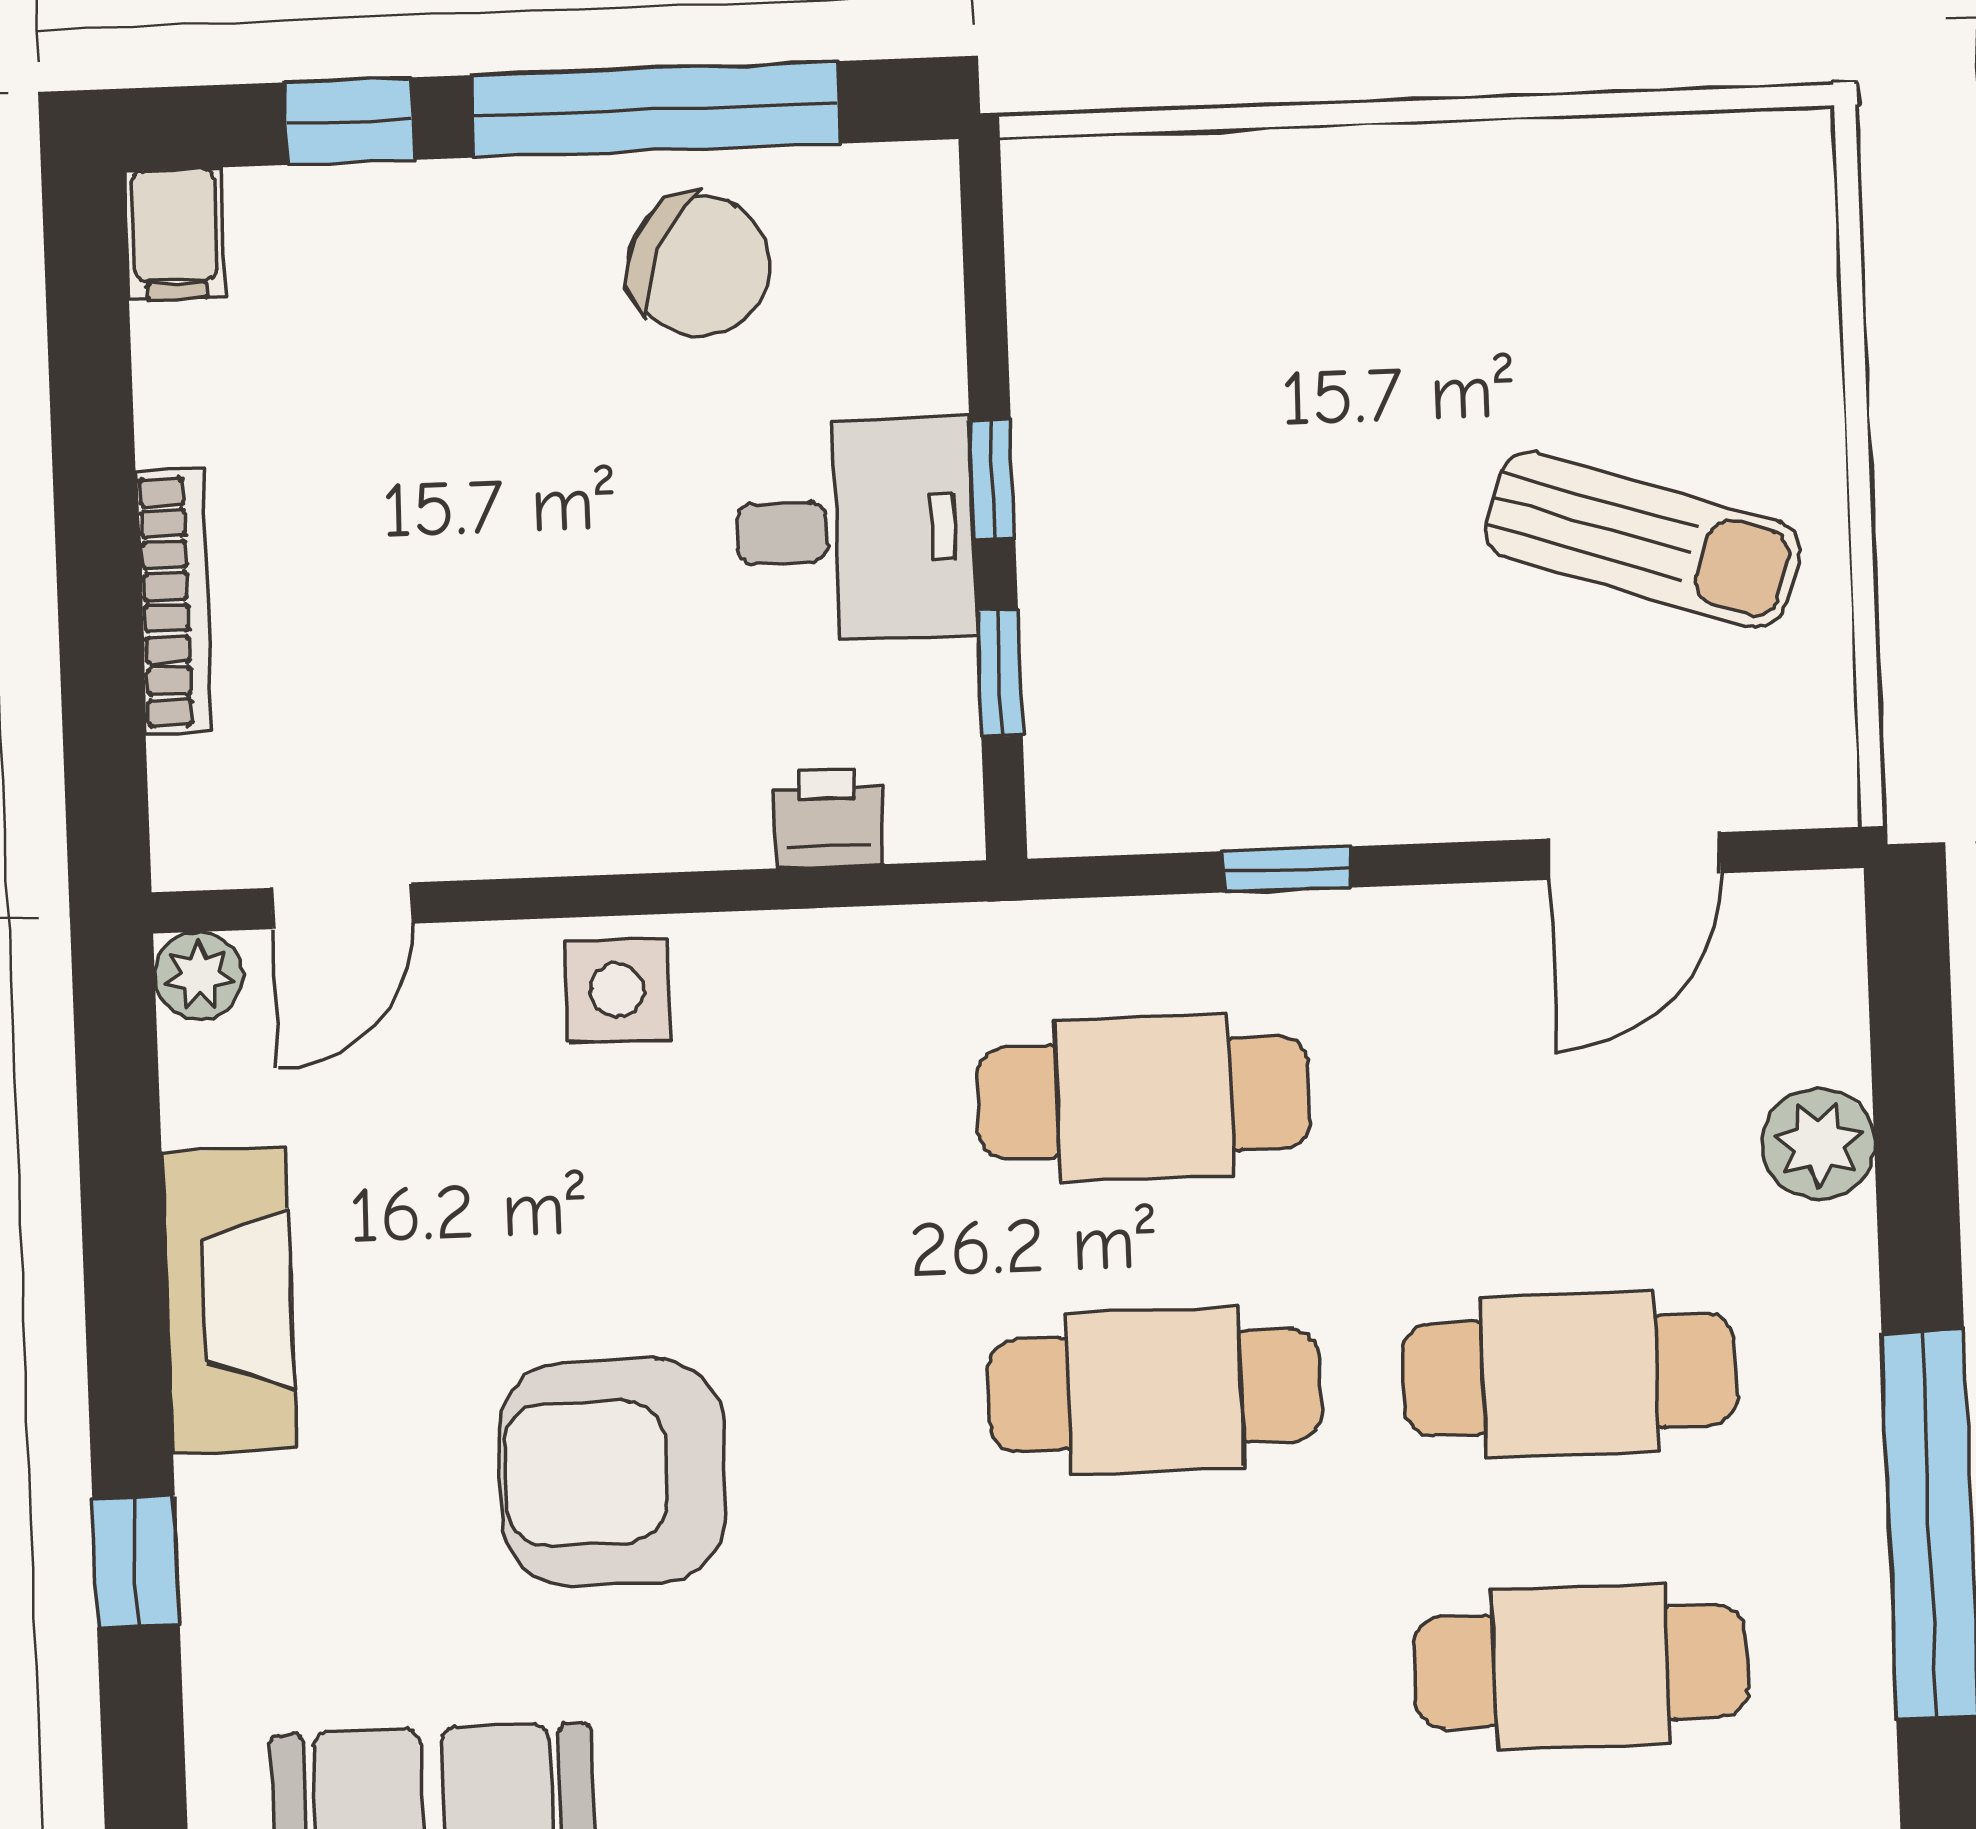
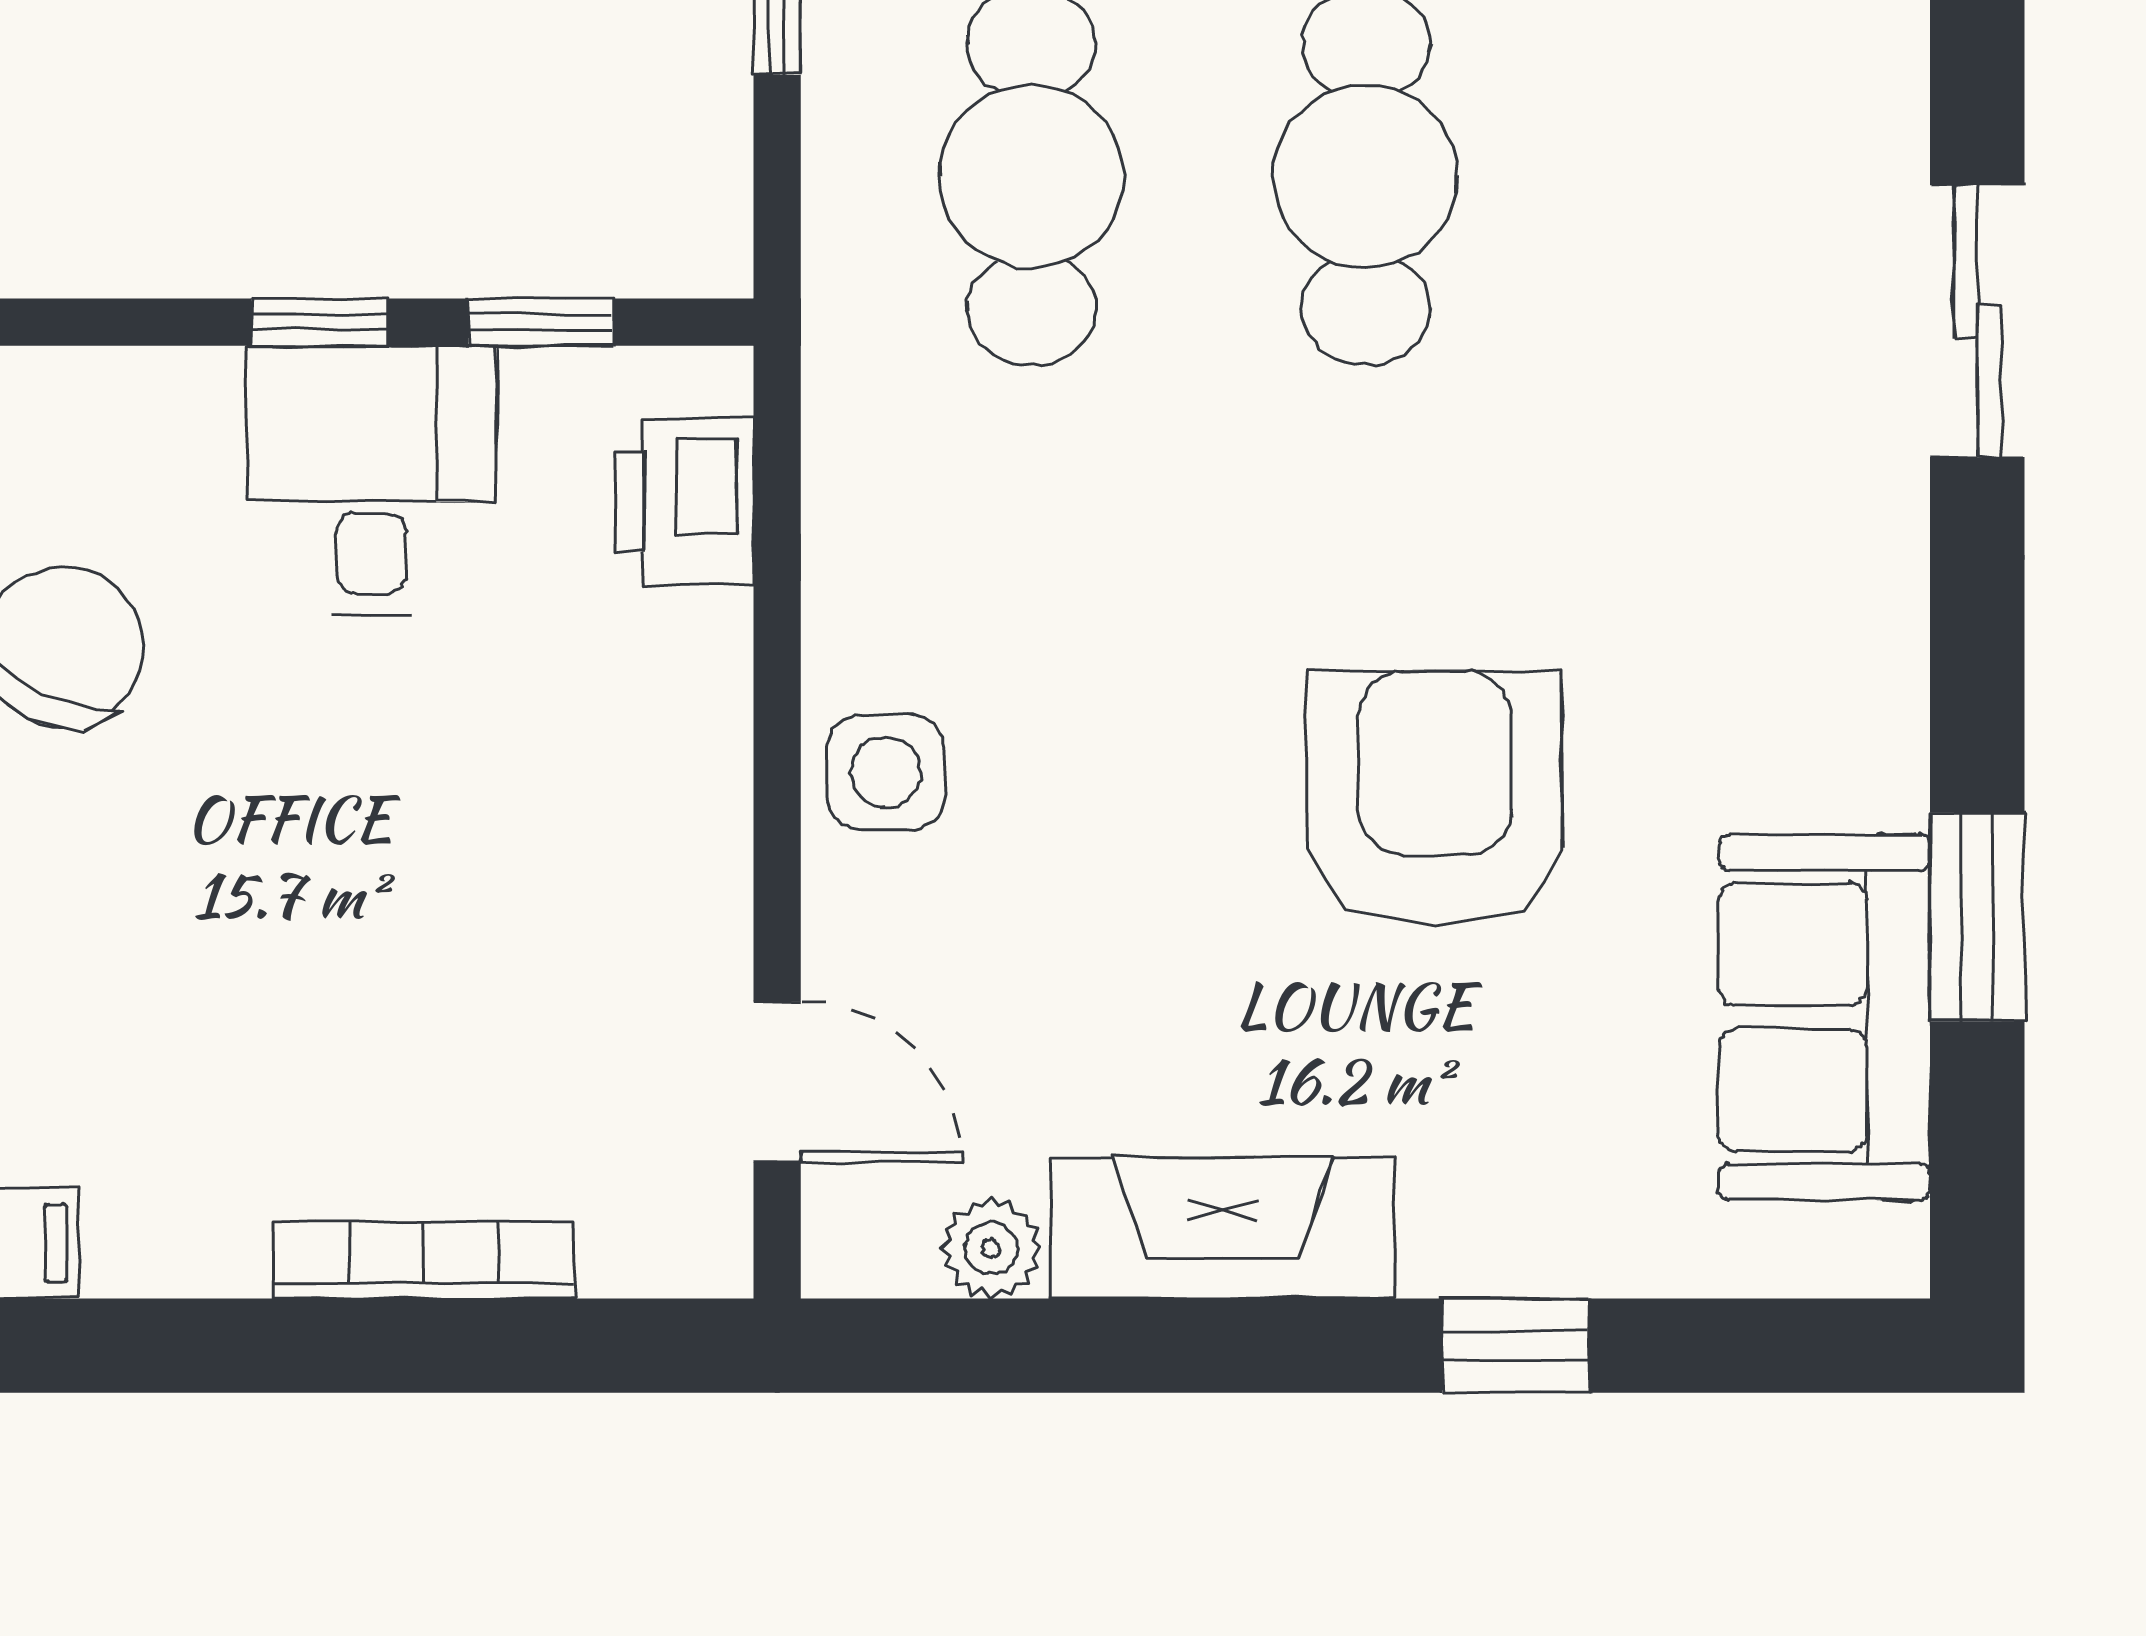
printer: (828, 818) -> (685, 501), width x1.36, depth x1.24
plant: (199, 976) -> (991, 1248), moved
armchair: (613, 1472) -> (1435, 798), turned 180

